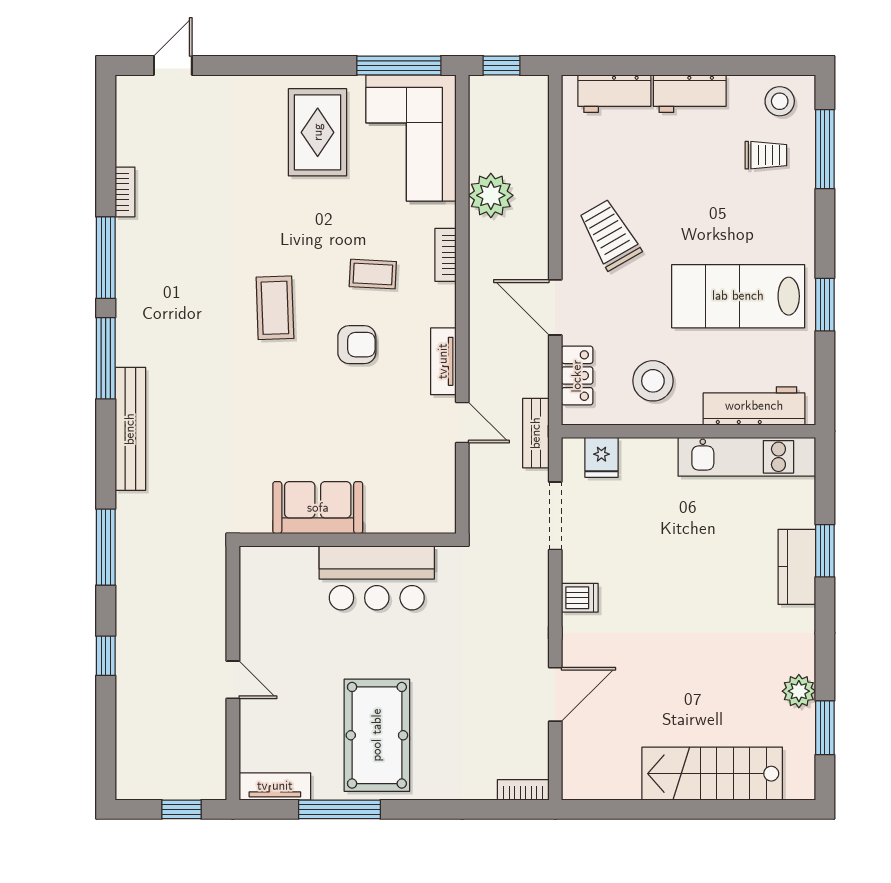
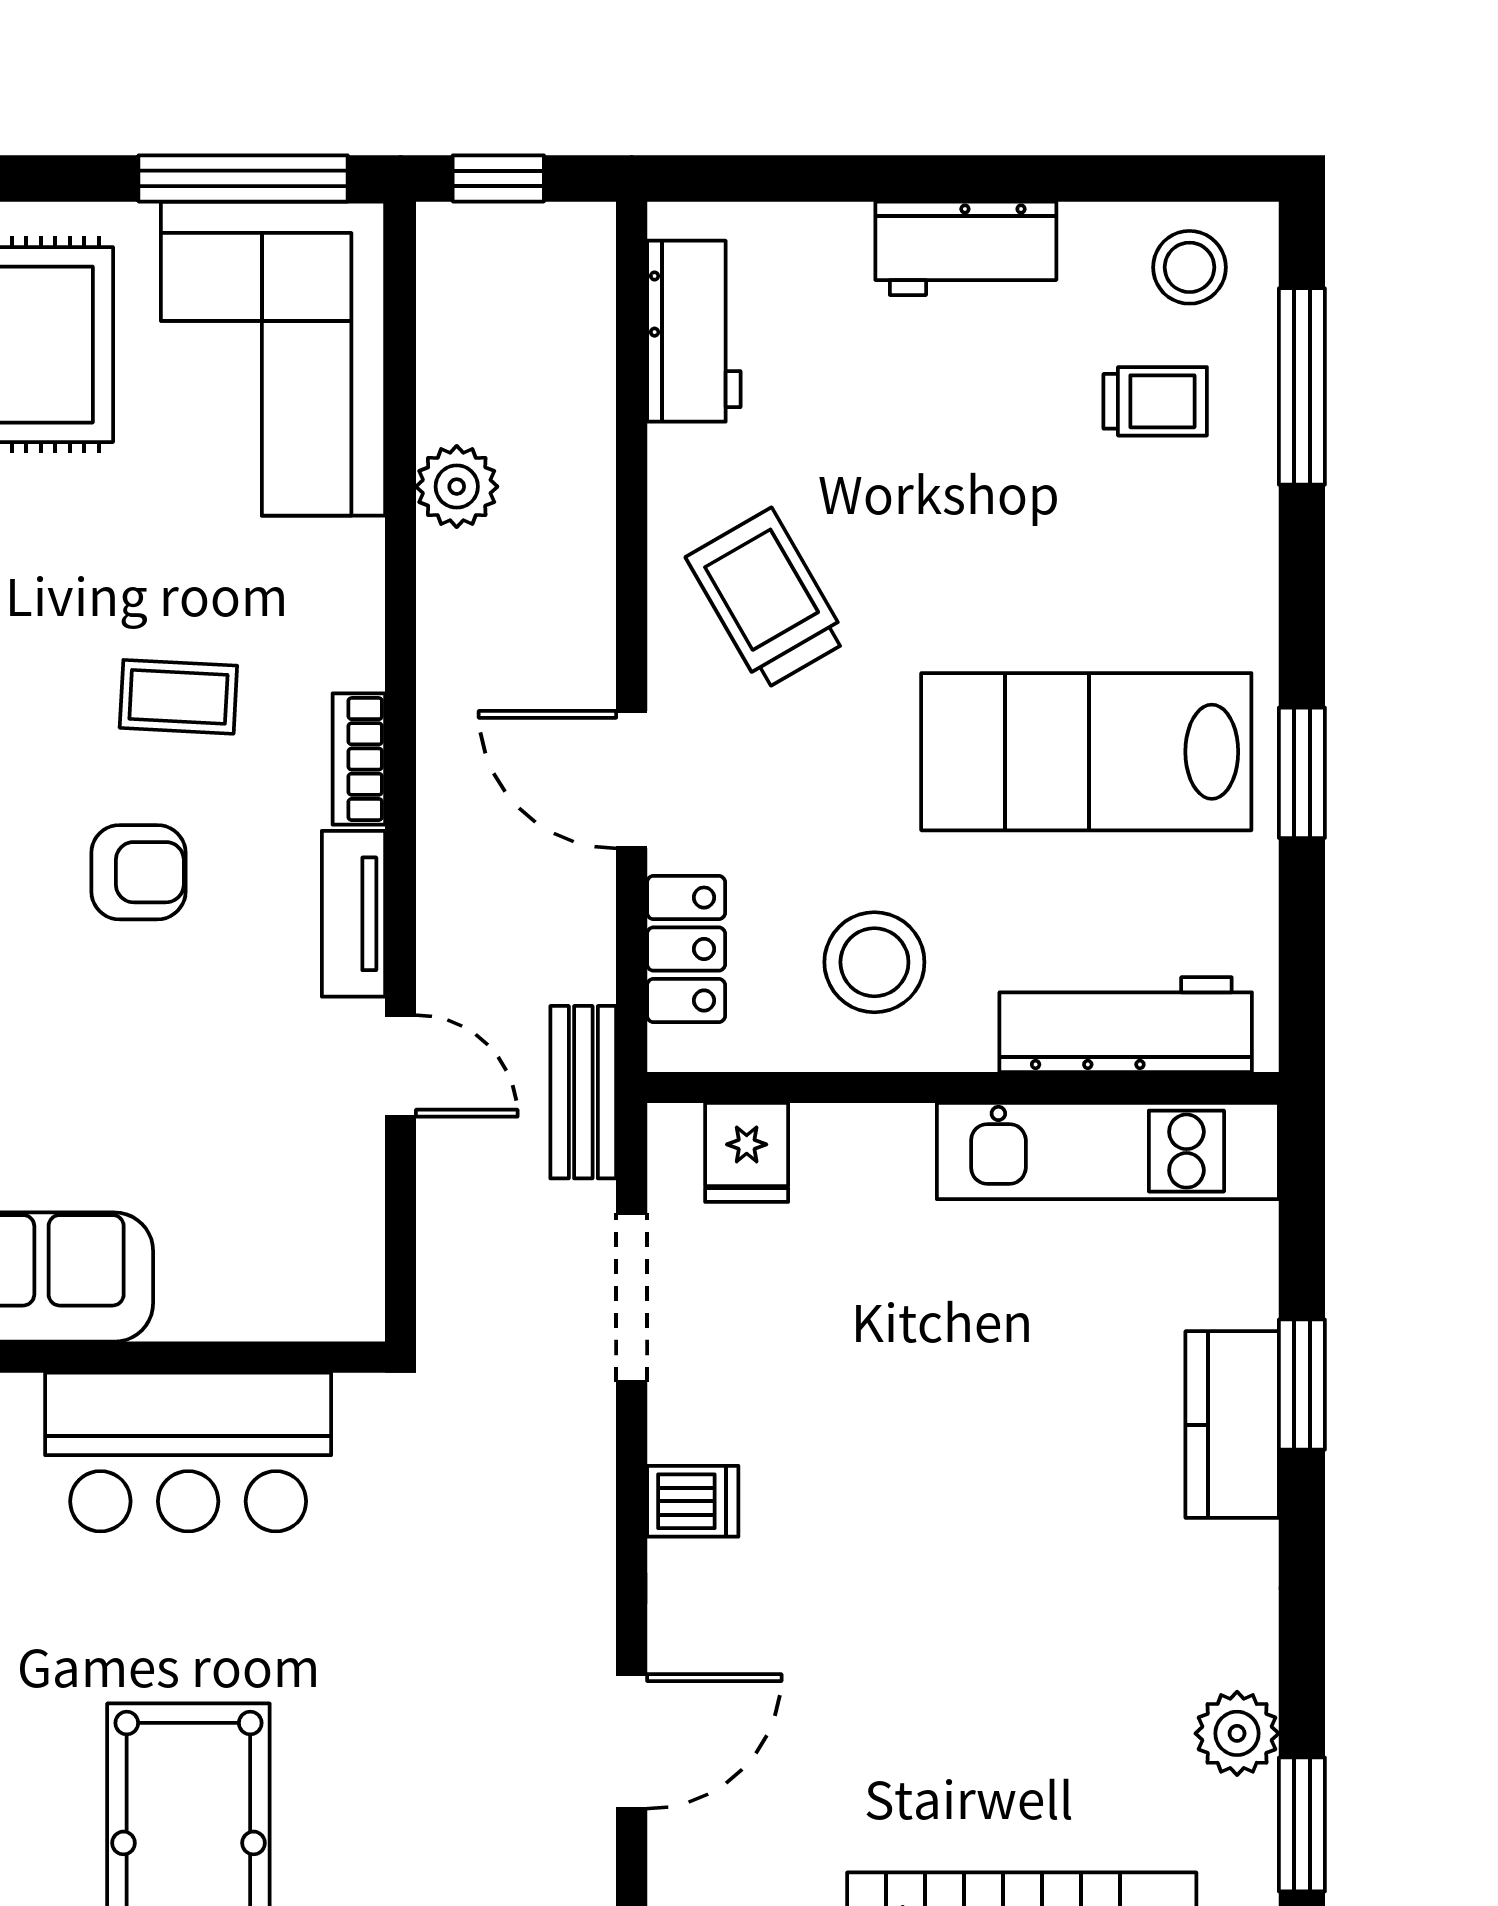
workbench: (614, 94) -> (694, 331), moved, turned -90
plant: (491, 195) -> (457, 487), width x0.73, depth x0.73
bookcase: (445, 255) -> (359, 759), moved

